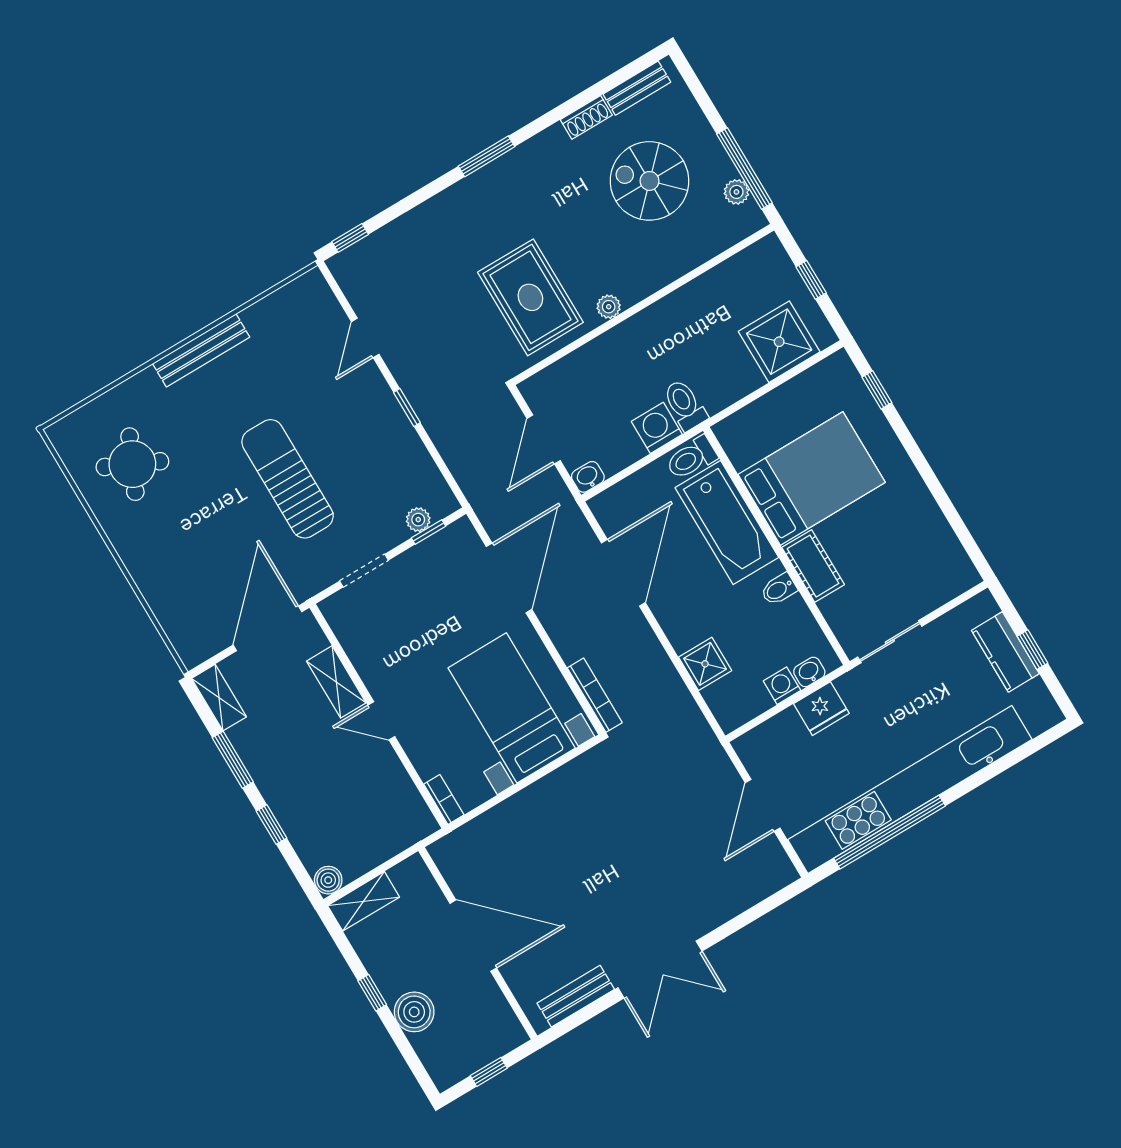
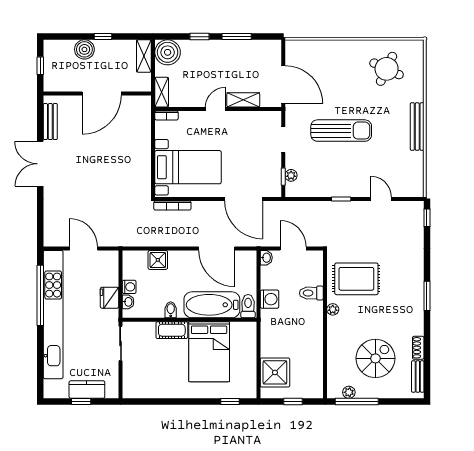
toilet: (685, 405) -> (311, 293), moved, turned 180
shelving: (219, 698) -> (162, 92), moved, turned 90
boiler: (328, 880) -> (168, 52), width x1.86, depth x1.86

